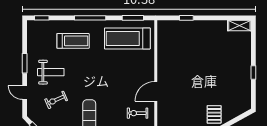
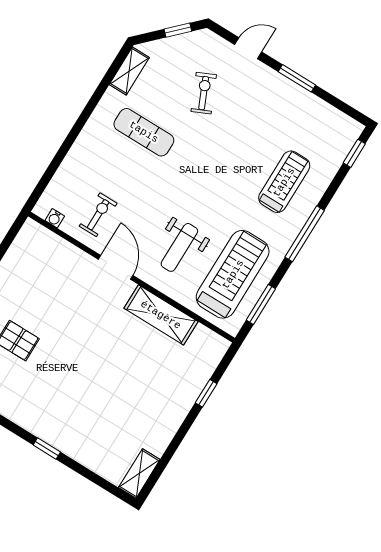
treadmill: (73, 41) -> (284, 182), turned 180
shelving: (164, 59) -> (161, 315), added
weight bench: (51, 72) -> (179, 247), moved

